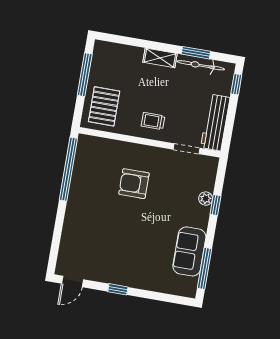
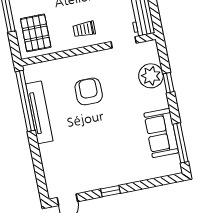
armchair: (134, 184) -> (89, 91), turned 90
tv unit: (78, 186) -> (39, 112), added
plant: (206, 199) -> (151, 76), width x1.87, depth x1.87

